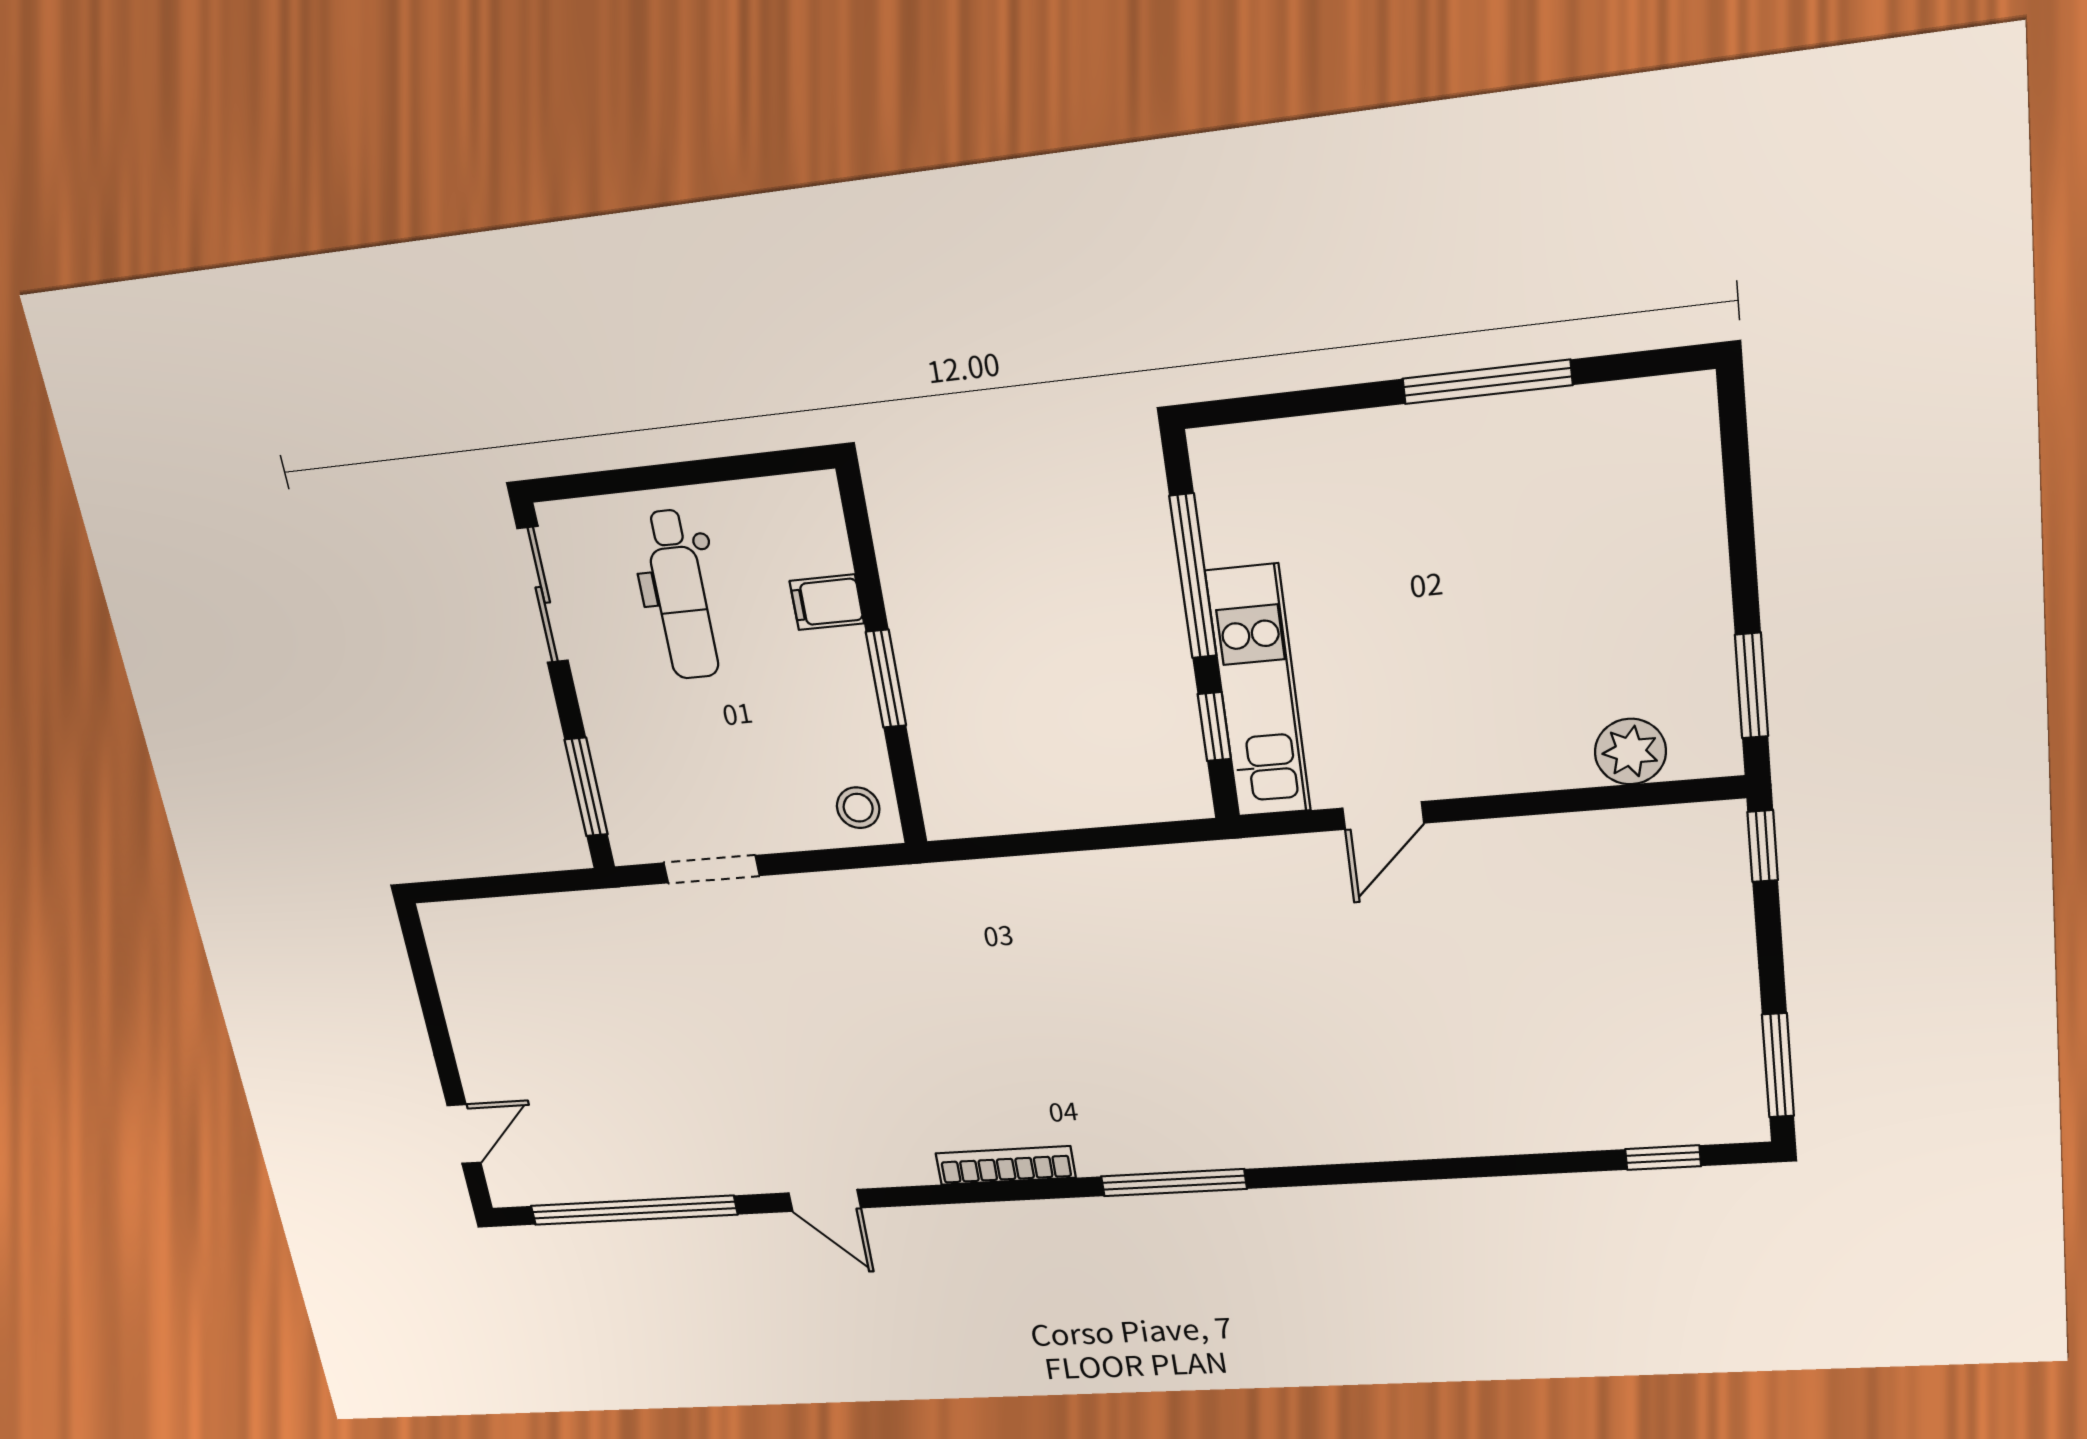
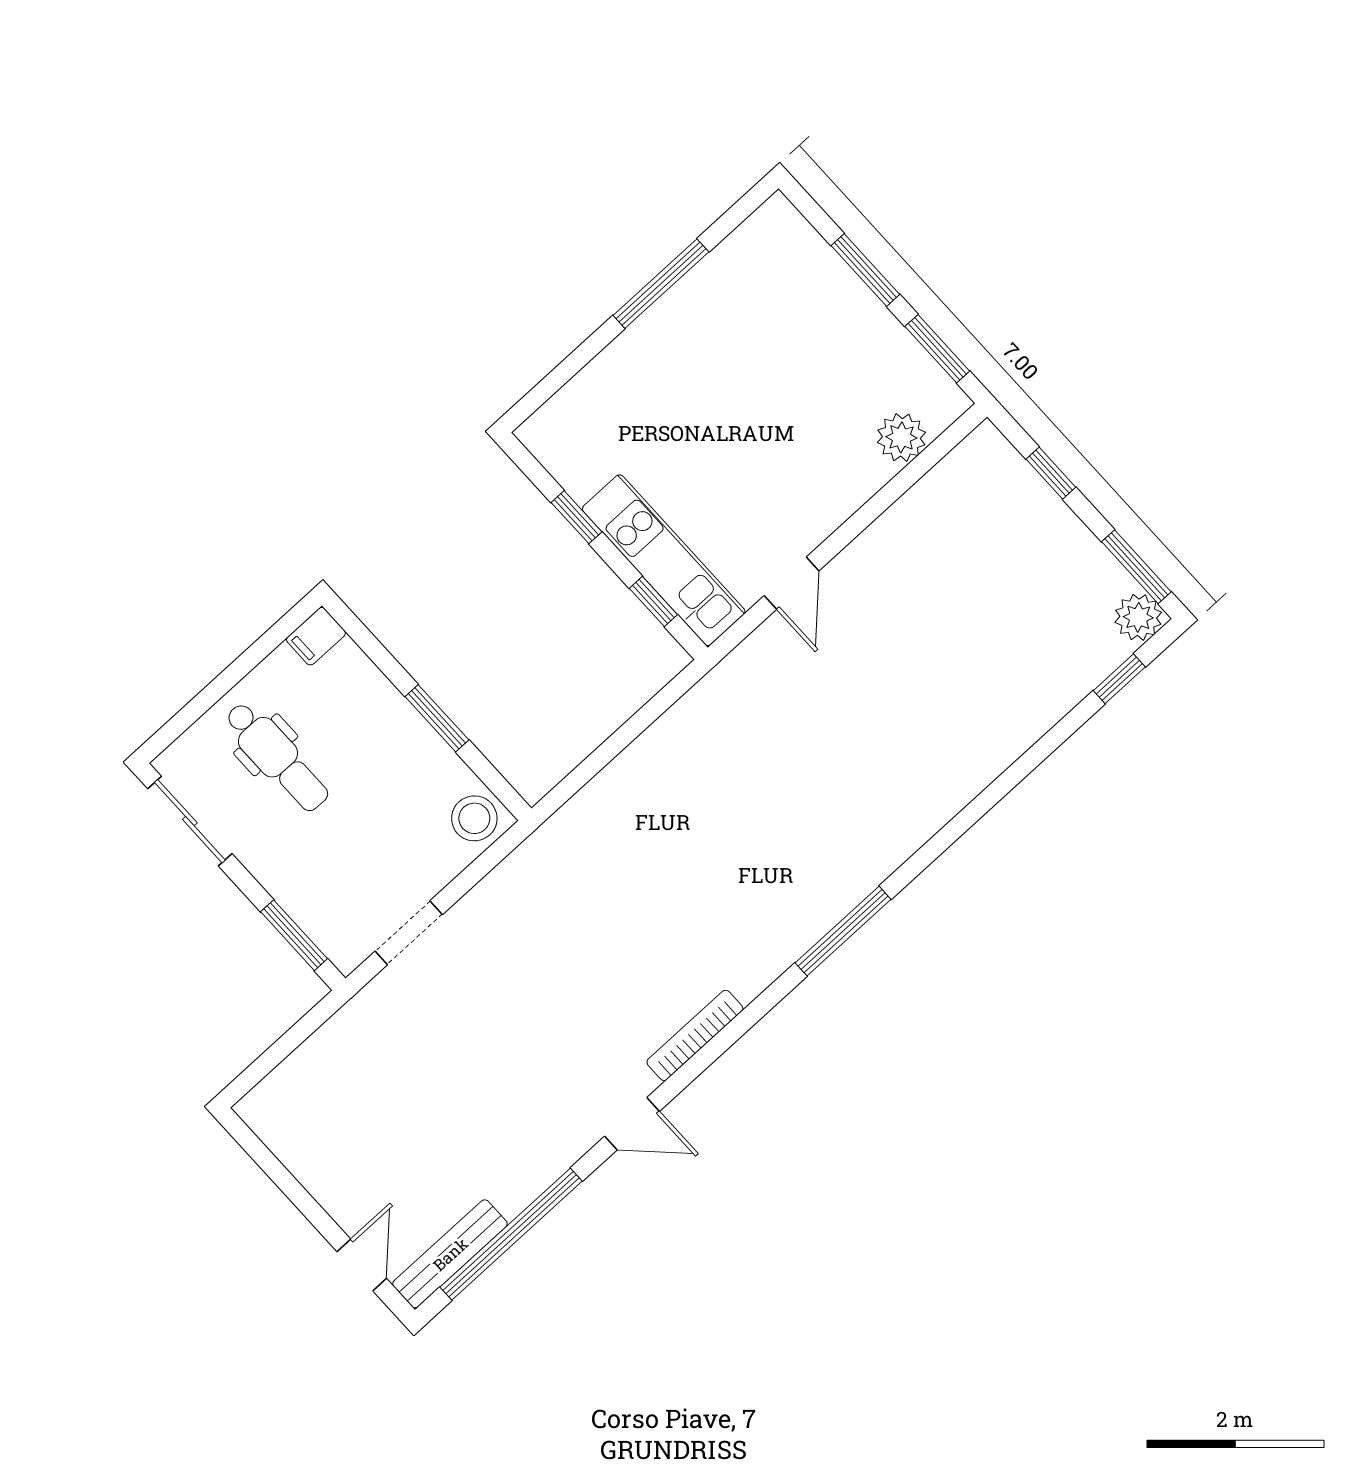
window: (1741, 538) -> (865, 270), added
window: (1193, 576) -> (576, 517), width x0.46
filing cabinet: (827, 602) -> (316, 636), moved
stool: (858, 808) -> (474, 818), width x1.37, depth x1.37
window: (1763, 846) -> (1051, 473), moved
plant: (1736, 1115) -> (1138, 617), added
bookcase: (1005, 1165) -> (695, 1035), moved
bench: (560, 1185) -> (450, 1254), added

